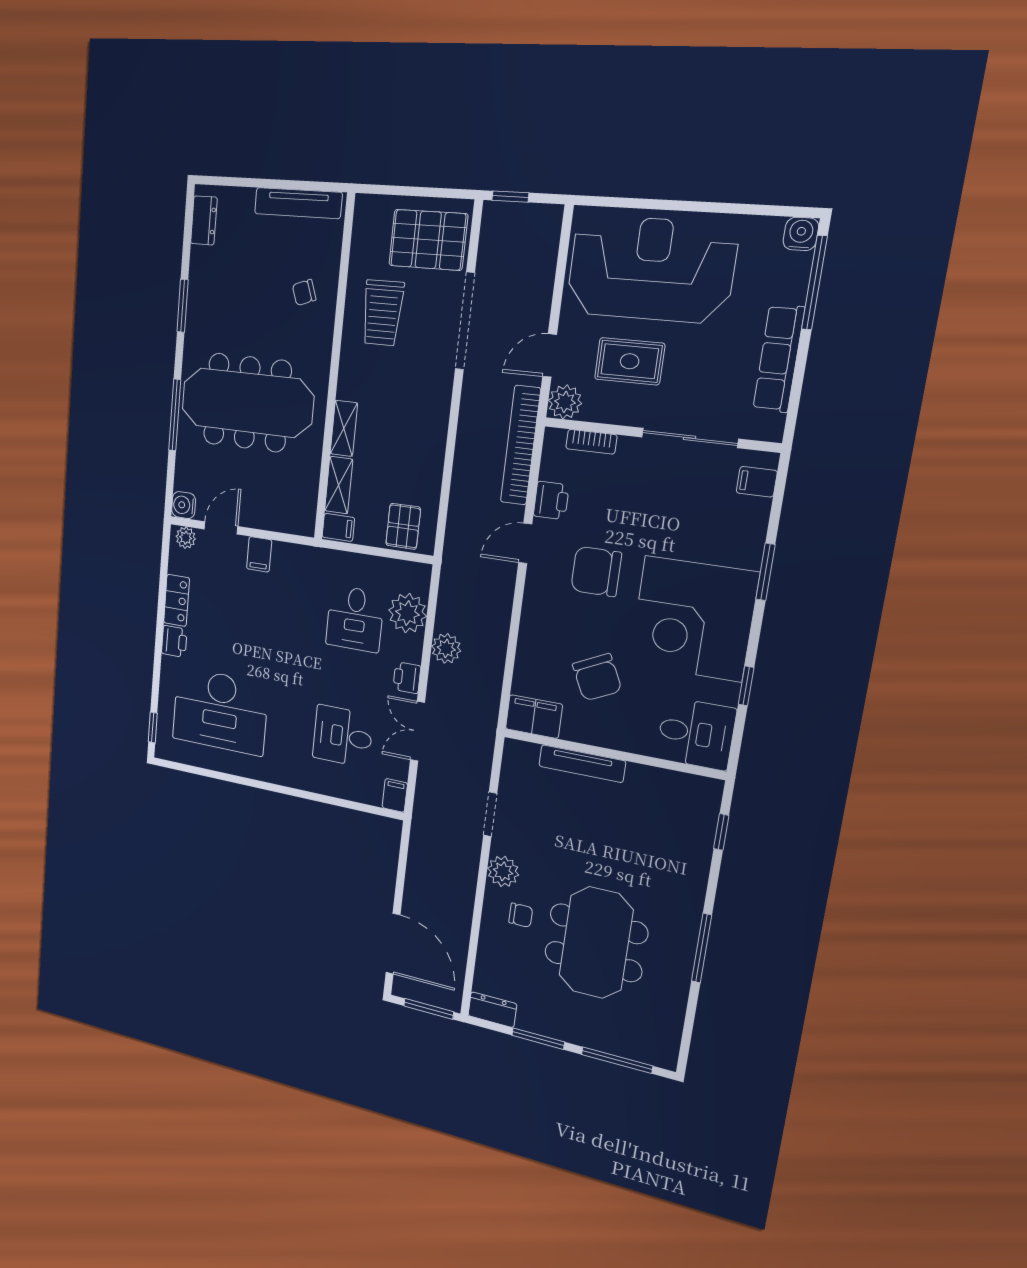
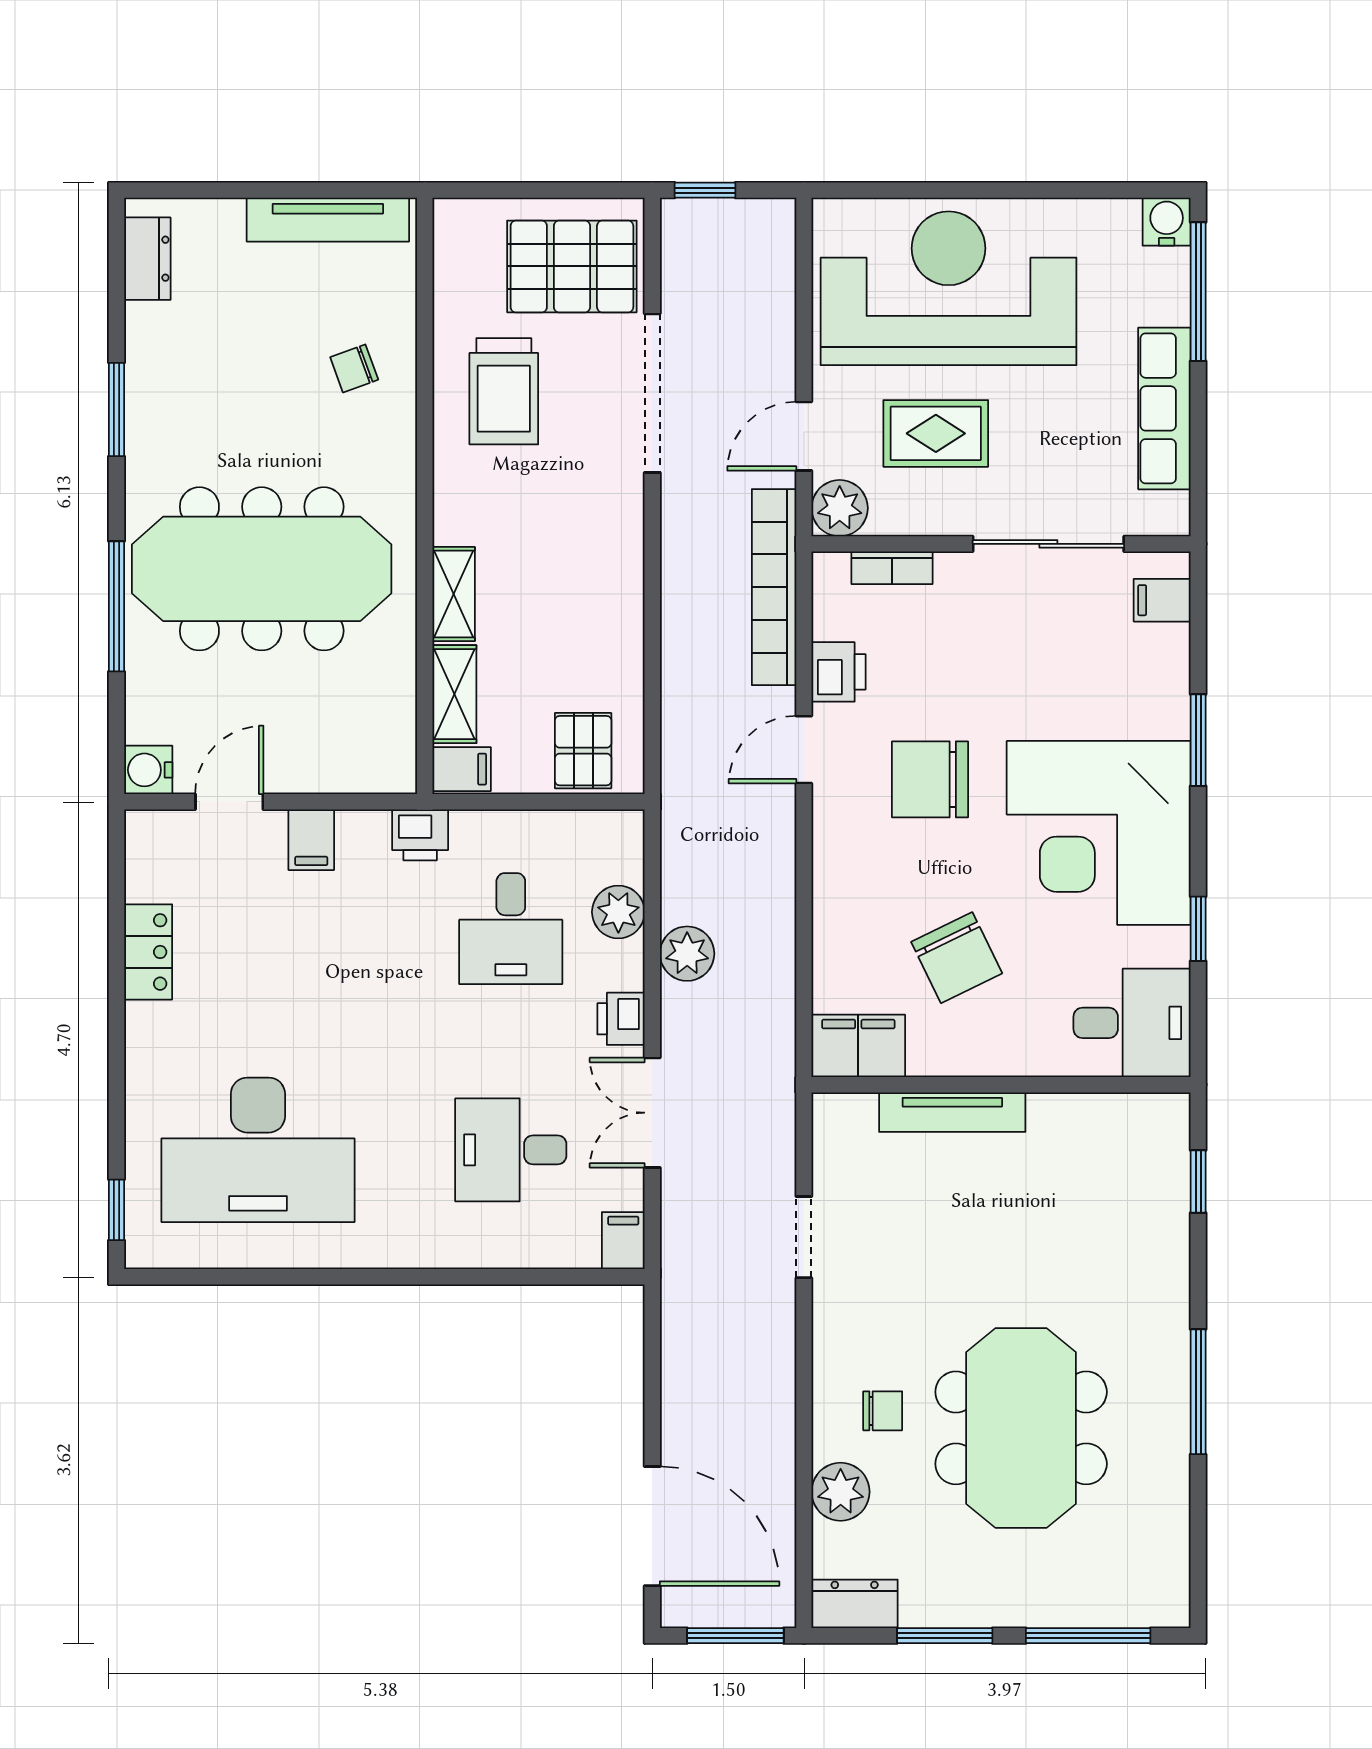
plant: (186, 538) -> (158, 830), removed
plant: (408, 613) -> (618, 912), width x0.73, depth x0.73
printer: (174, 641) -> (420, 835), moved, turned 90
plant: (503, 871) -> (841, 1492), moved

